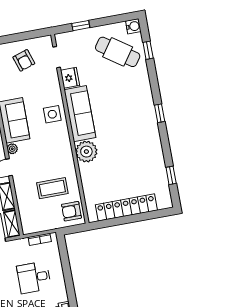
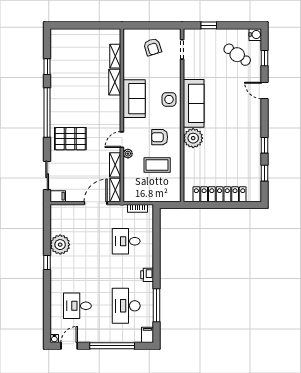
cafe table: (118, 52) -> (237, 55), width x0.73, depth x0.74
fridge: (70, 78) -> (191, 70), removed
door: (155, 85) -> (264, 90), added
window: (160, 113) -> (264, 145), moved
plant: (12, 149) -> (128, 154), moved
armchair: (71, 211) -> (160, 137), moved

